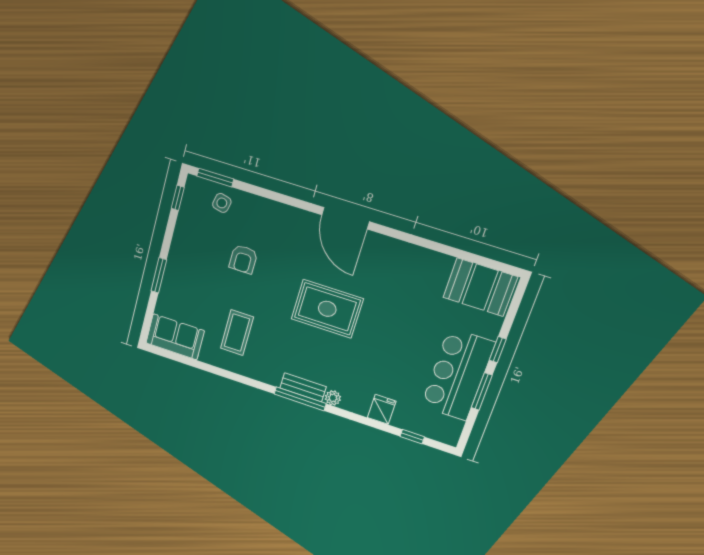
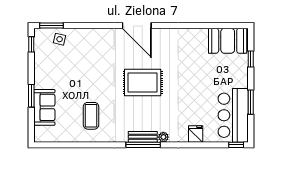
armchair: (243, 259) -> (82, 69), removed
sofa: (175, 337) -> (44, 107), moved, turned 90
window: (498, 350) -> (251, 59), moved
bar counter: (458, 375) -> (233, 115), moved
window: (412, 437) -> (236, 145), moved

